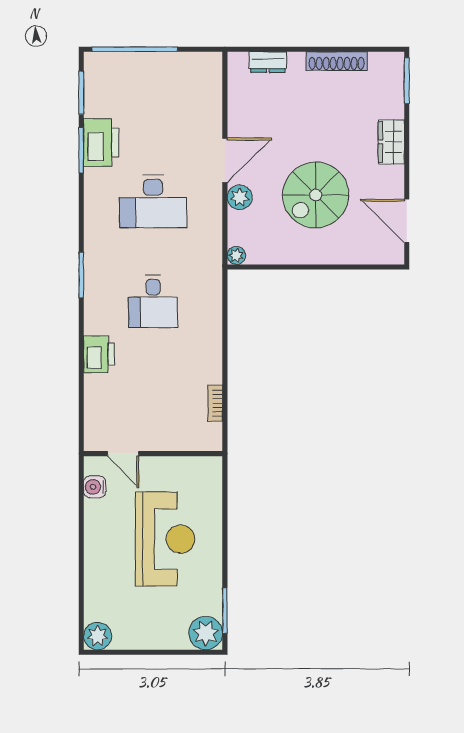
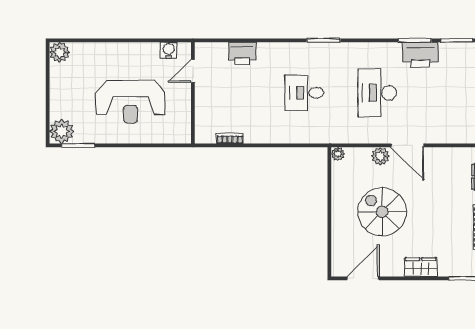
printer: (99, 354) -> (242, 53), moved

